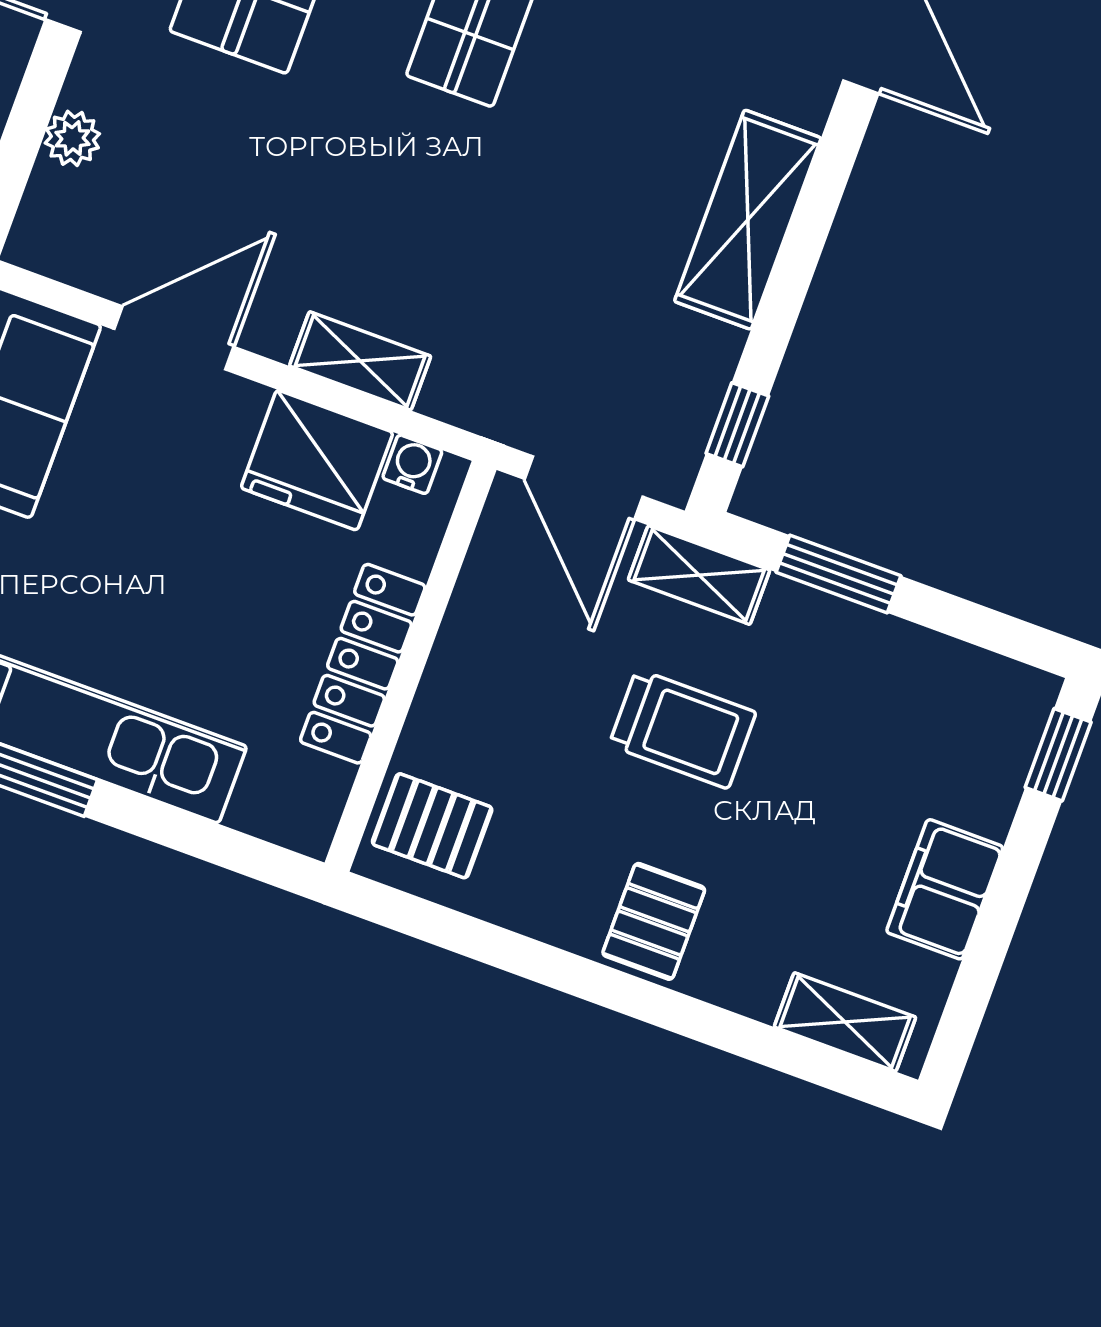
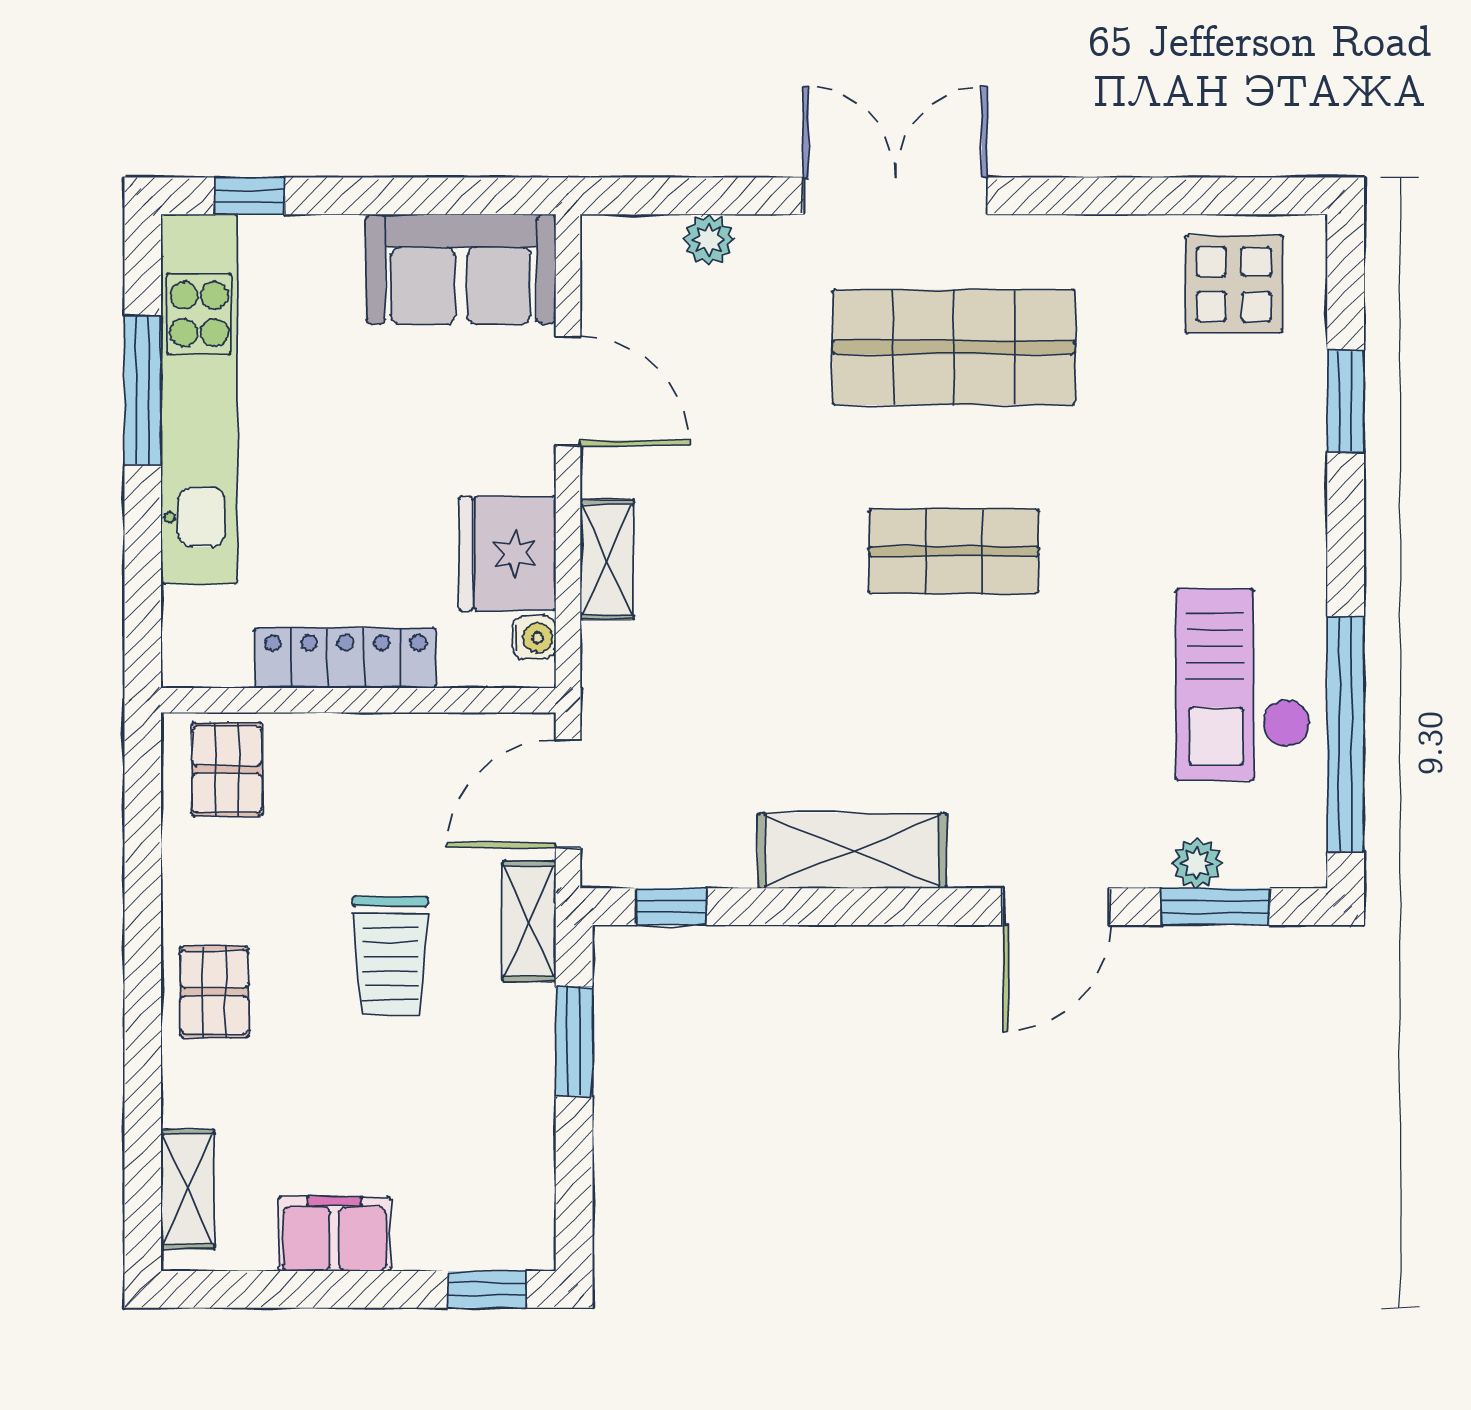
pallet: (654, 921) -> (214, 992), turned 90

